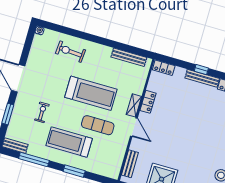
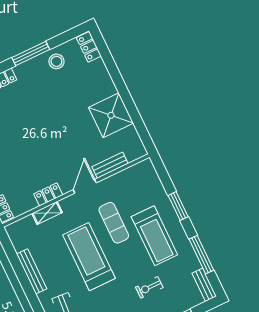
bench: (129, 57) -> (32, 271), moved
shelving: (134, 105) -> (47, 213), moved
bench: (130, 164) -> (110, 165), moved

